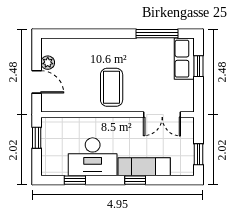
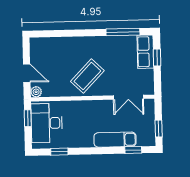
plant: (48, 63) -> (36, 92), moved
coffee table: (112, 87) -> (87, 76), turned 44
desk: (93, 157) -> (47, 123), moved, turned 90
window: (135, 180) -> (133, 150), moved

